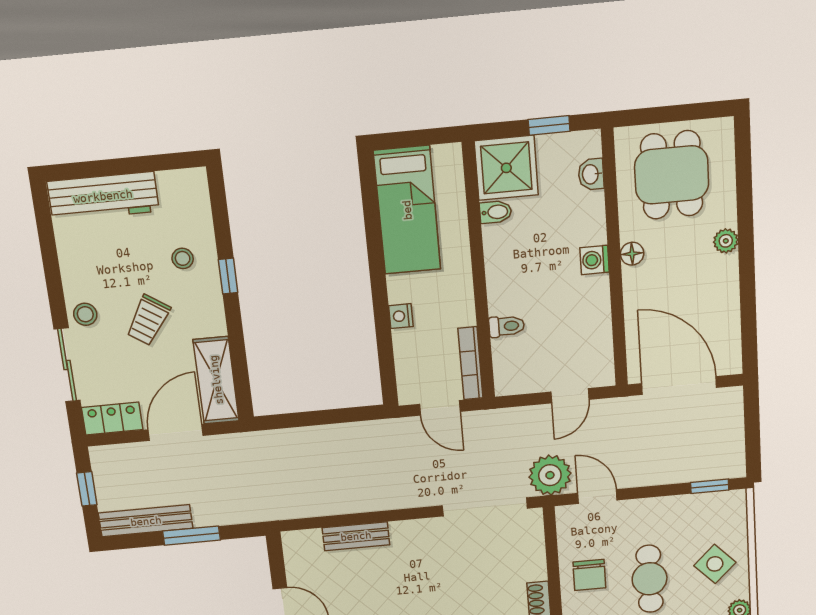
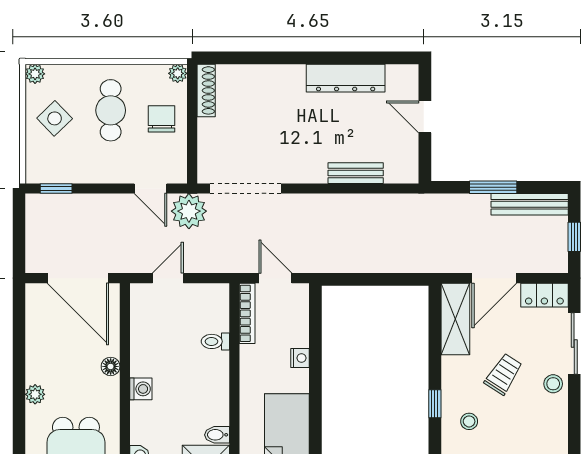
floor lamp: (632, 254) -> (111, 366), moved

